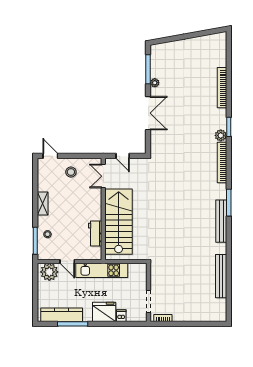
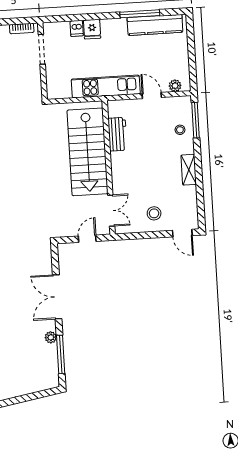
door: (123, 156) -> (87, 239), hinge flipped
plant: (49, 272) -> (175, 86), width x0.53, depth x0.53
fridge: (104, 312) -> (92, 29), width x0.53, depth x0.75

